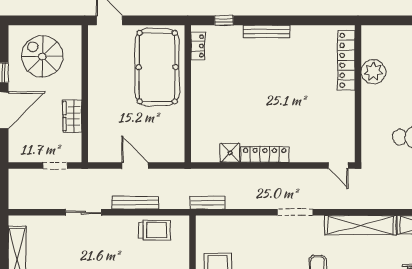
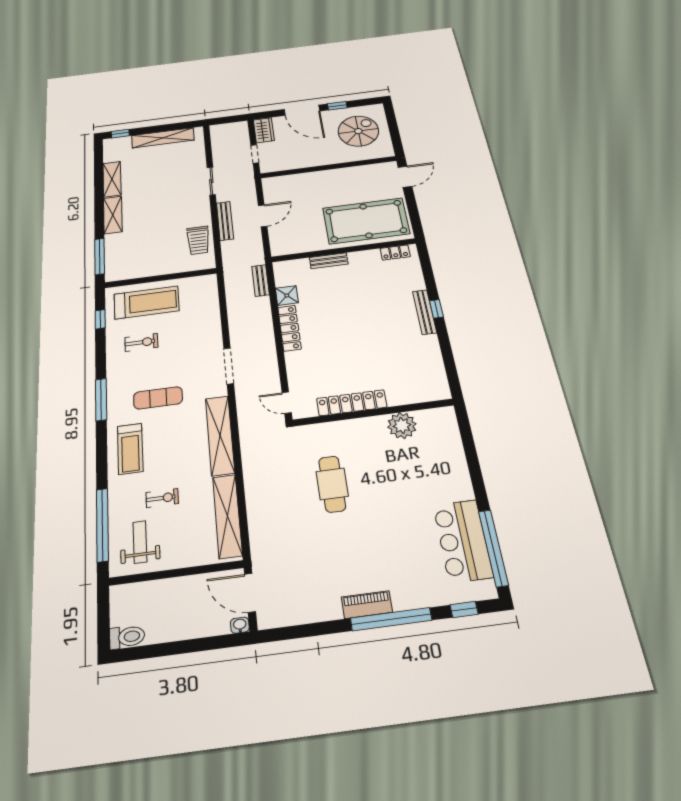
window: (224, 20) -> (436, 309), moved
locker: (346, 60) -> (352, 403), moved
bench: (198, 109) -> (329, 261), added
wardrobe: (72, 116) -> (264, 130), moved, turned 90
door: (338, 166) -> (287, 403), hinge flipped
bench: (208, 203) -> (261, 280), moved

